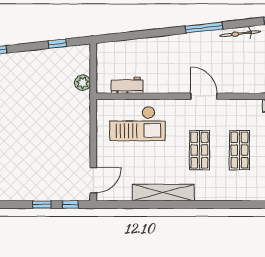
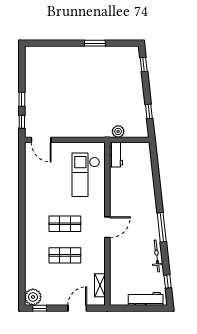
workbench: (127, 85) -> (116, 155), moved
shelving: (163, 193) -> (31, 195), removed

